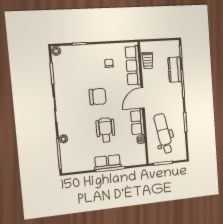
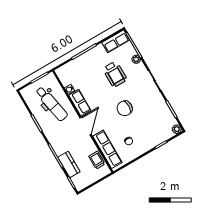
wheelchair: (106, 130) -> (115, 74), moved
row of seats: (108, 162) -> (116, 41), moved

